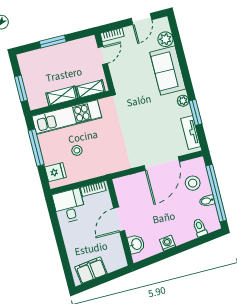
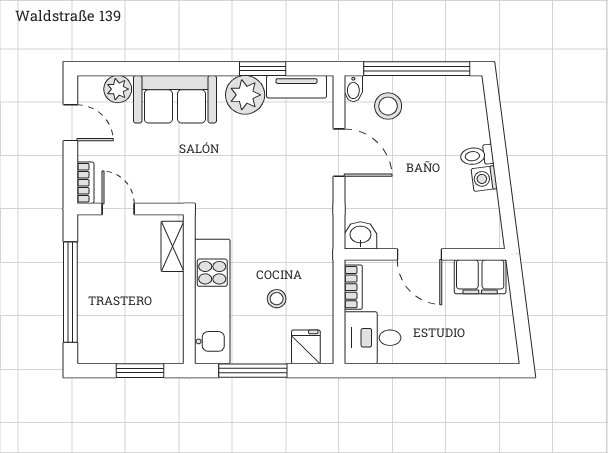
window: (53, 42) -> (70, 292), width x2.11
shelving: (62, 96) -> (172, 301), removed
plant: (183, 101) -> (245, 95), width x1.87, depth x1.87
door: (162, 164) -> (339, 153), width x0.73
bidet: (207, 201) -> (353, 89), moved
toilet: (200, 228) -> (477, 156), moved
washbasin: (136, 244) -> (360, 235), moved
filing cabinet: (91, 270) -> (480, 277), moved, turned -83

